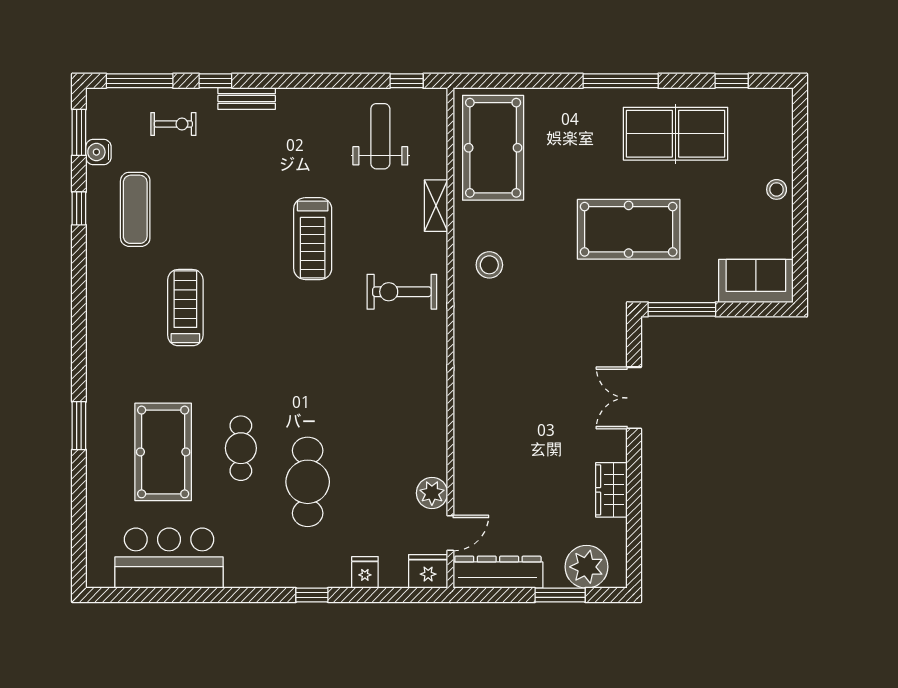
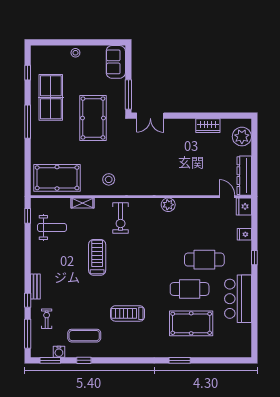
weight bench: (380, 136) -> (52, 228), turned 180
treadmill: (313, 239) -> (97, 257), turned -90
double door: (634, 398) -> (150, 116), moved
cafe table: (241, 448) -> (190, 289), width x1.37, depth x1.35
plant: (432, 493) -> (168, 205), moved
bar counter: (169, 558) -> (238, 299), moved
window: (560, 595) -> (254, 148), removed

